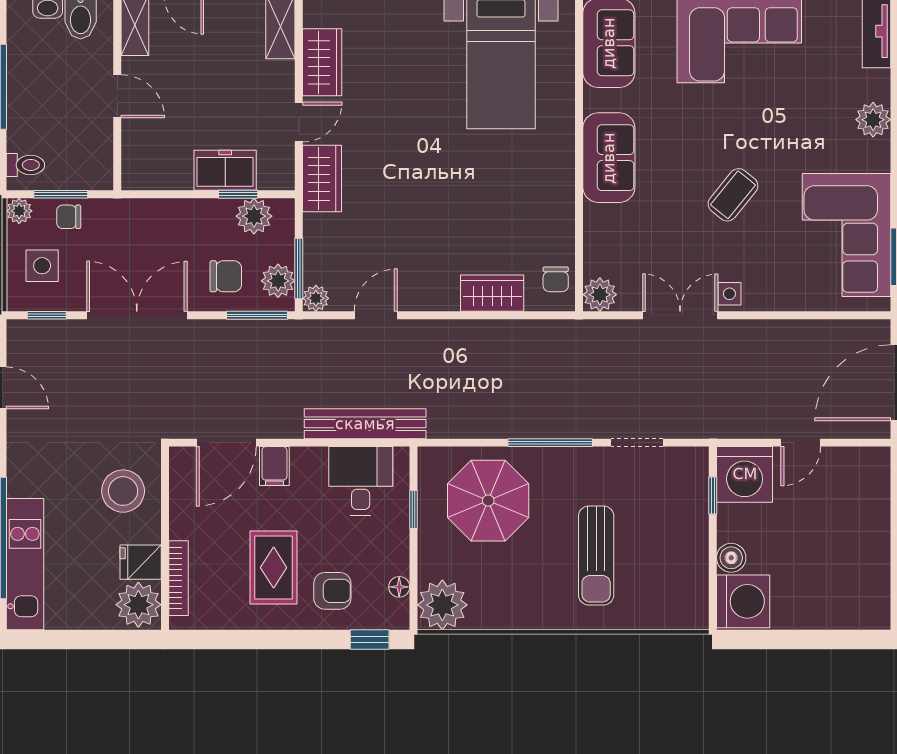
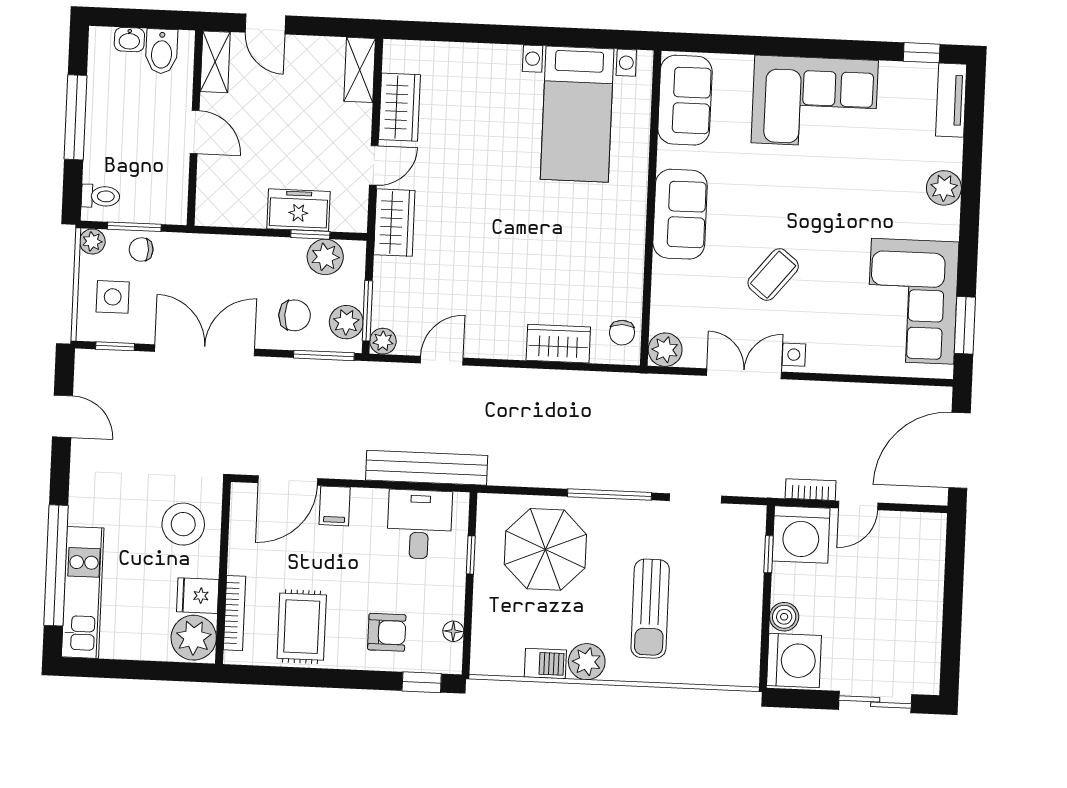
coffee table: (733, 195) -> (773, 275), moved
bookcase: (752, 429) -> (811, 490), added
rug: (274, 568) -> (302, 627), moved
plant: (442, 605) -> (587, 662), moved, width x0.73, depth x0.73
barbecue: (493, 615) -> (545, 664), added
sliding door: (826, 639) -> (875, 702), added

